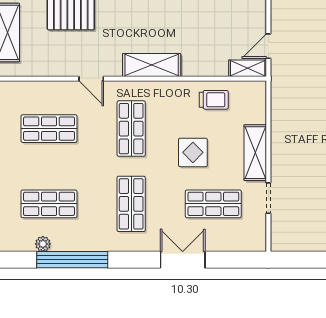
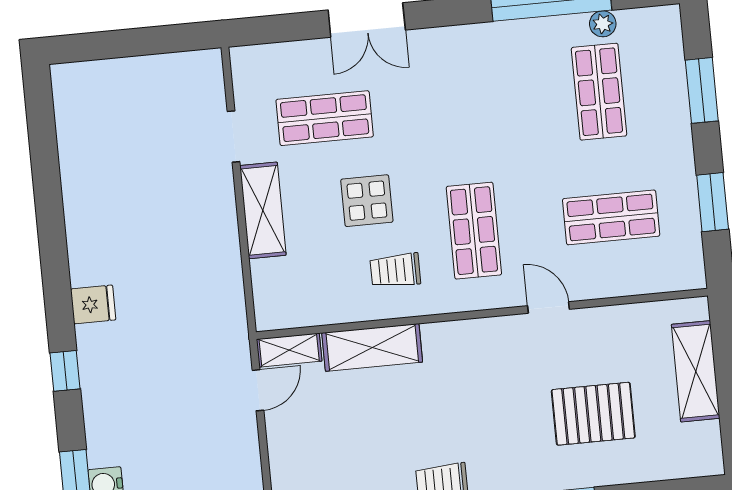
shelving: (152, 65) -> (372, 347), moved
trolley: (214, 100) -> (395, 270), moved
shop shelf: (49, 204) -> (599, 92), turned 90
shop shelf: (131, 204) -> (462, 105), removed

